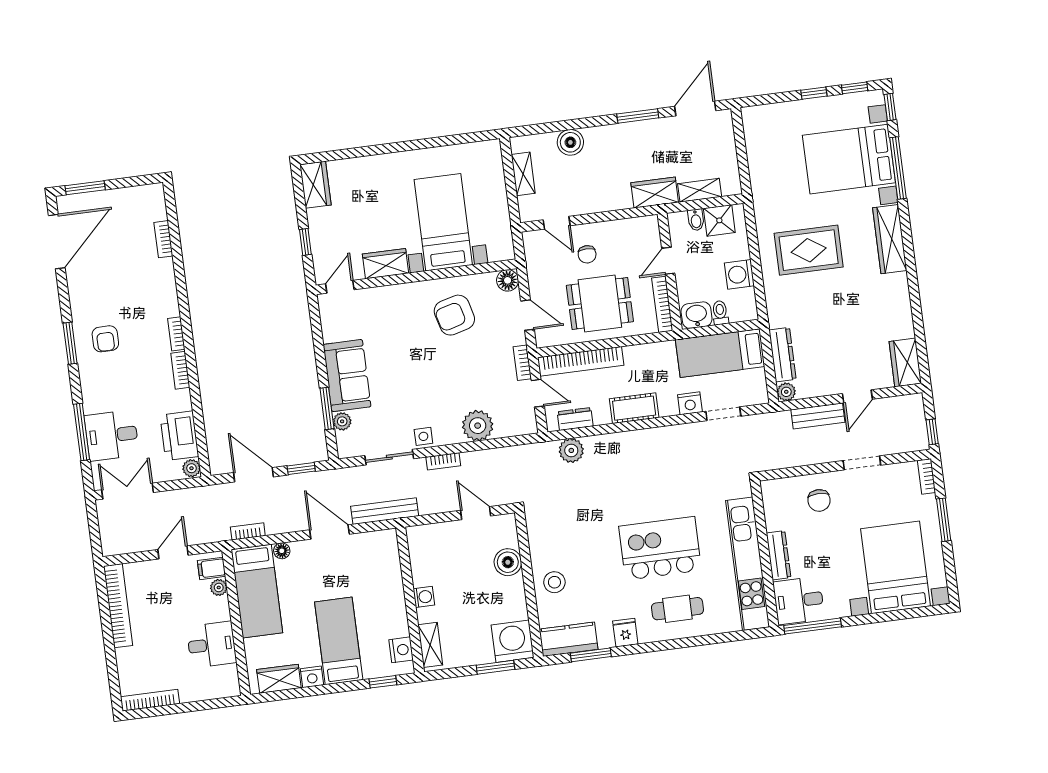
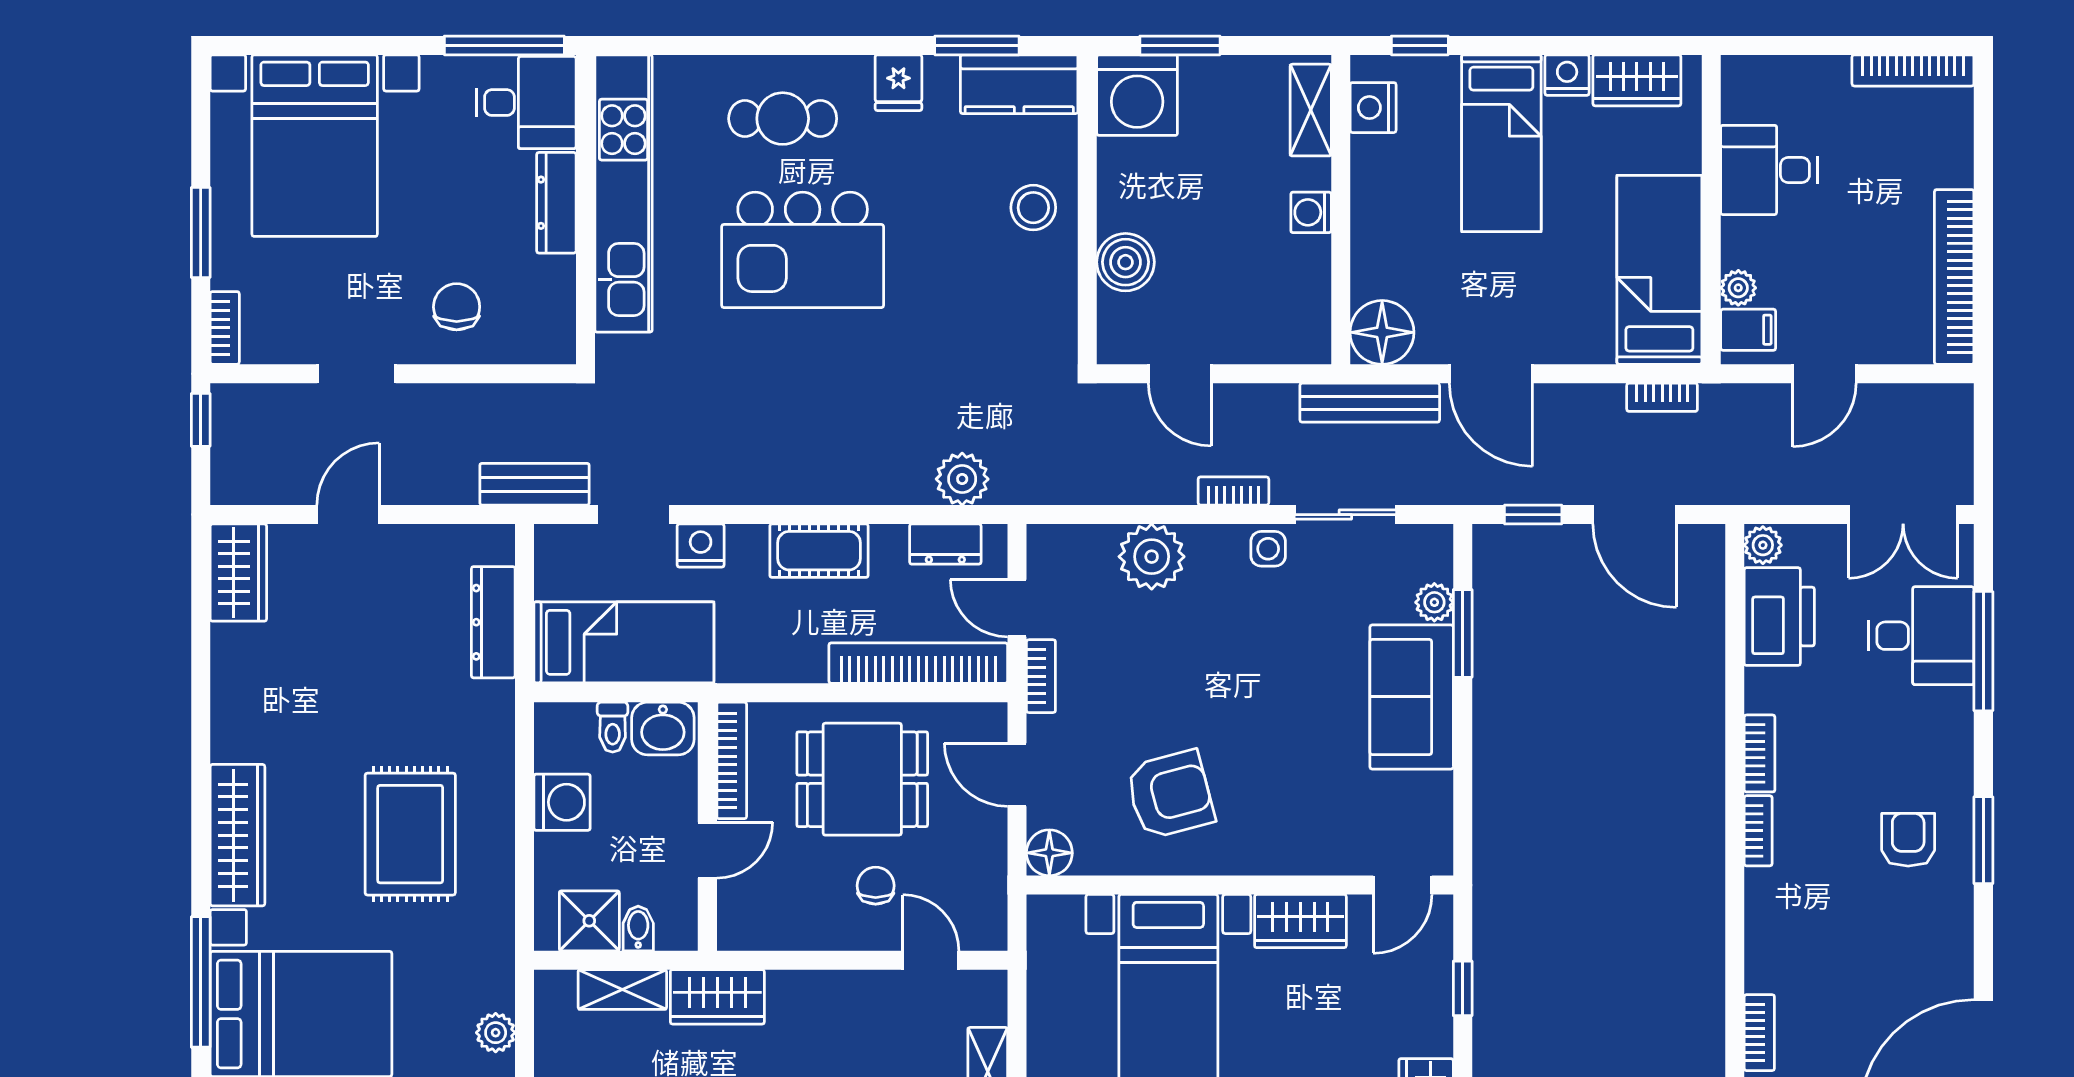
rug: (809, 250) -> (410, 834), turned 90
plant: (786, 392) -> (496, 1033), moved
bench: (818, 416) -> (535, 484), moved
floor lamp: (282, 551) -> (1382, 332), moved, width x1.89, depth x1.89

